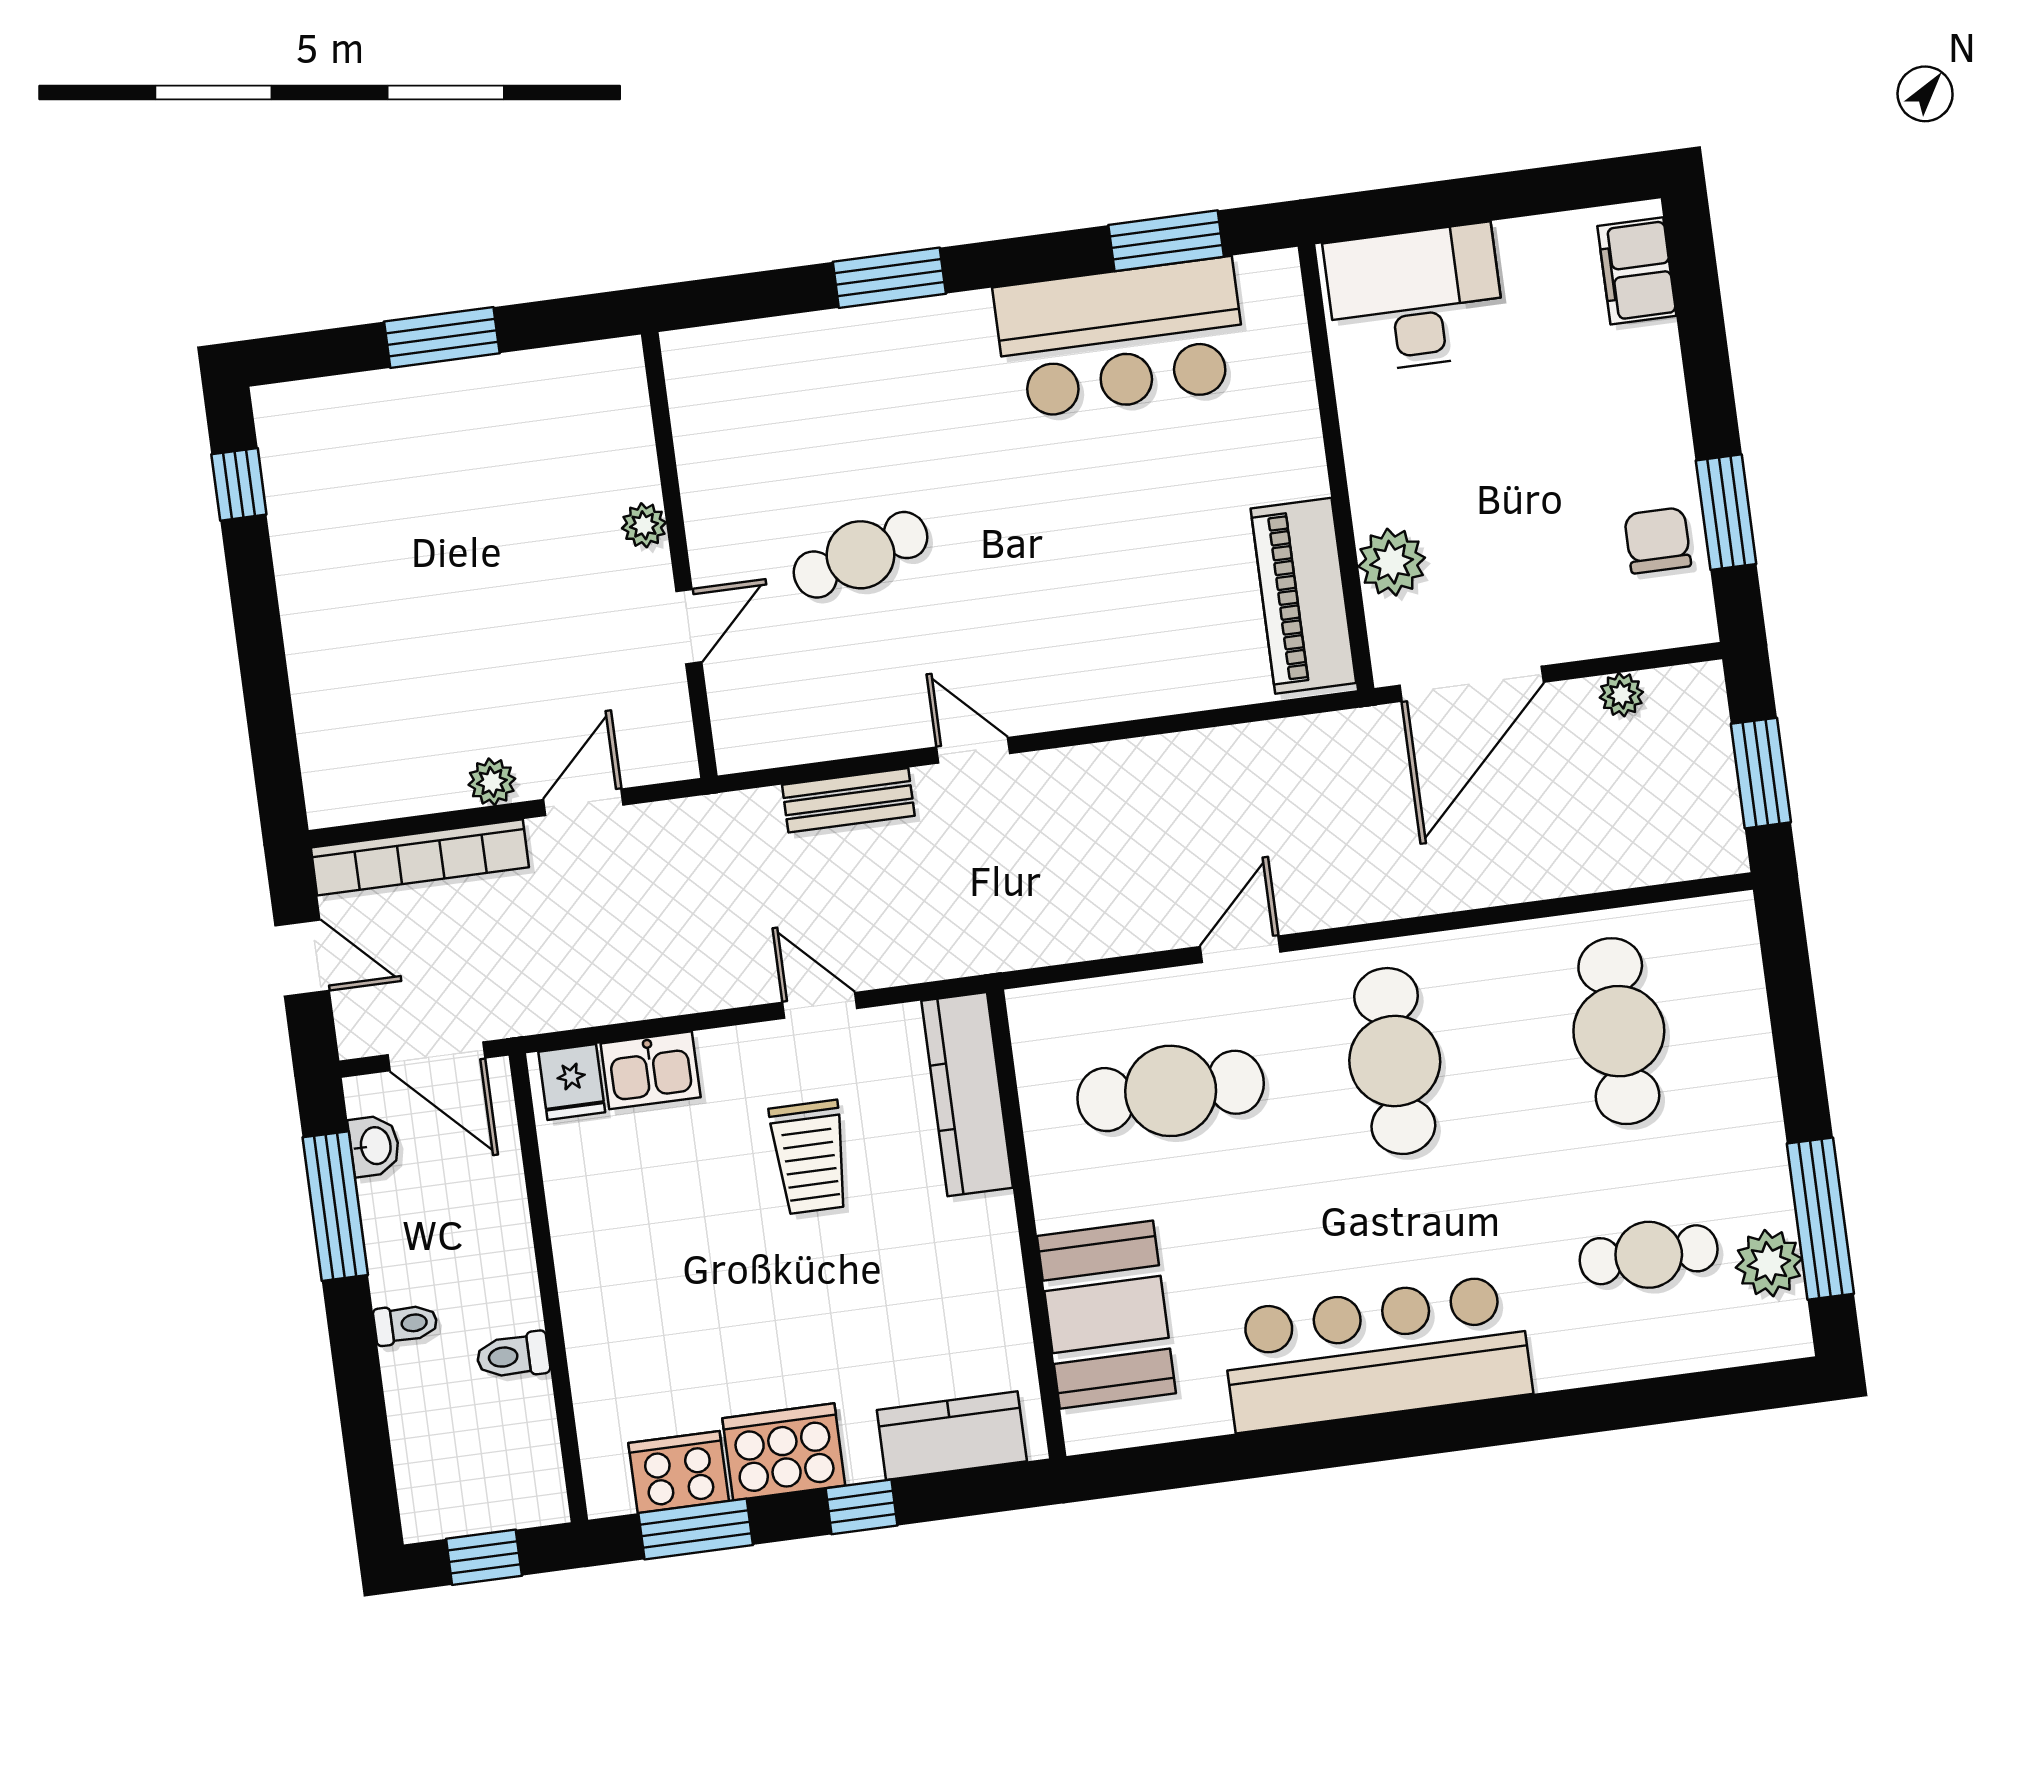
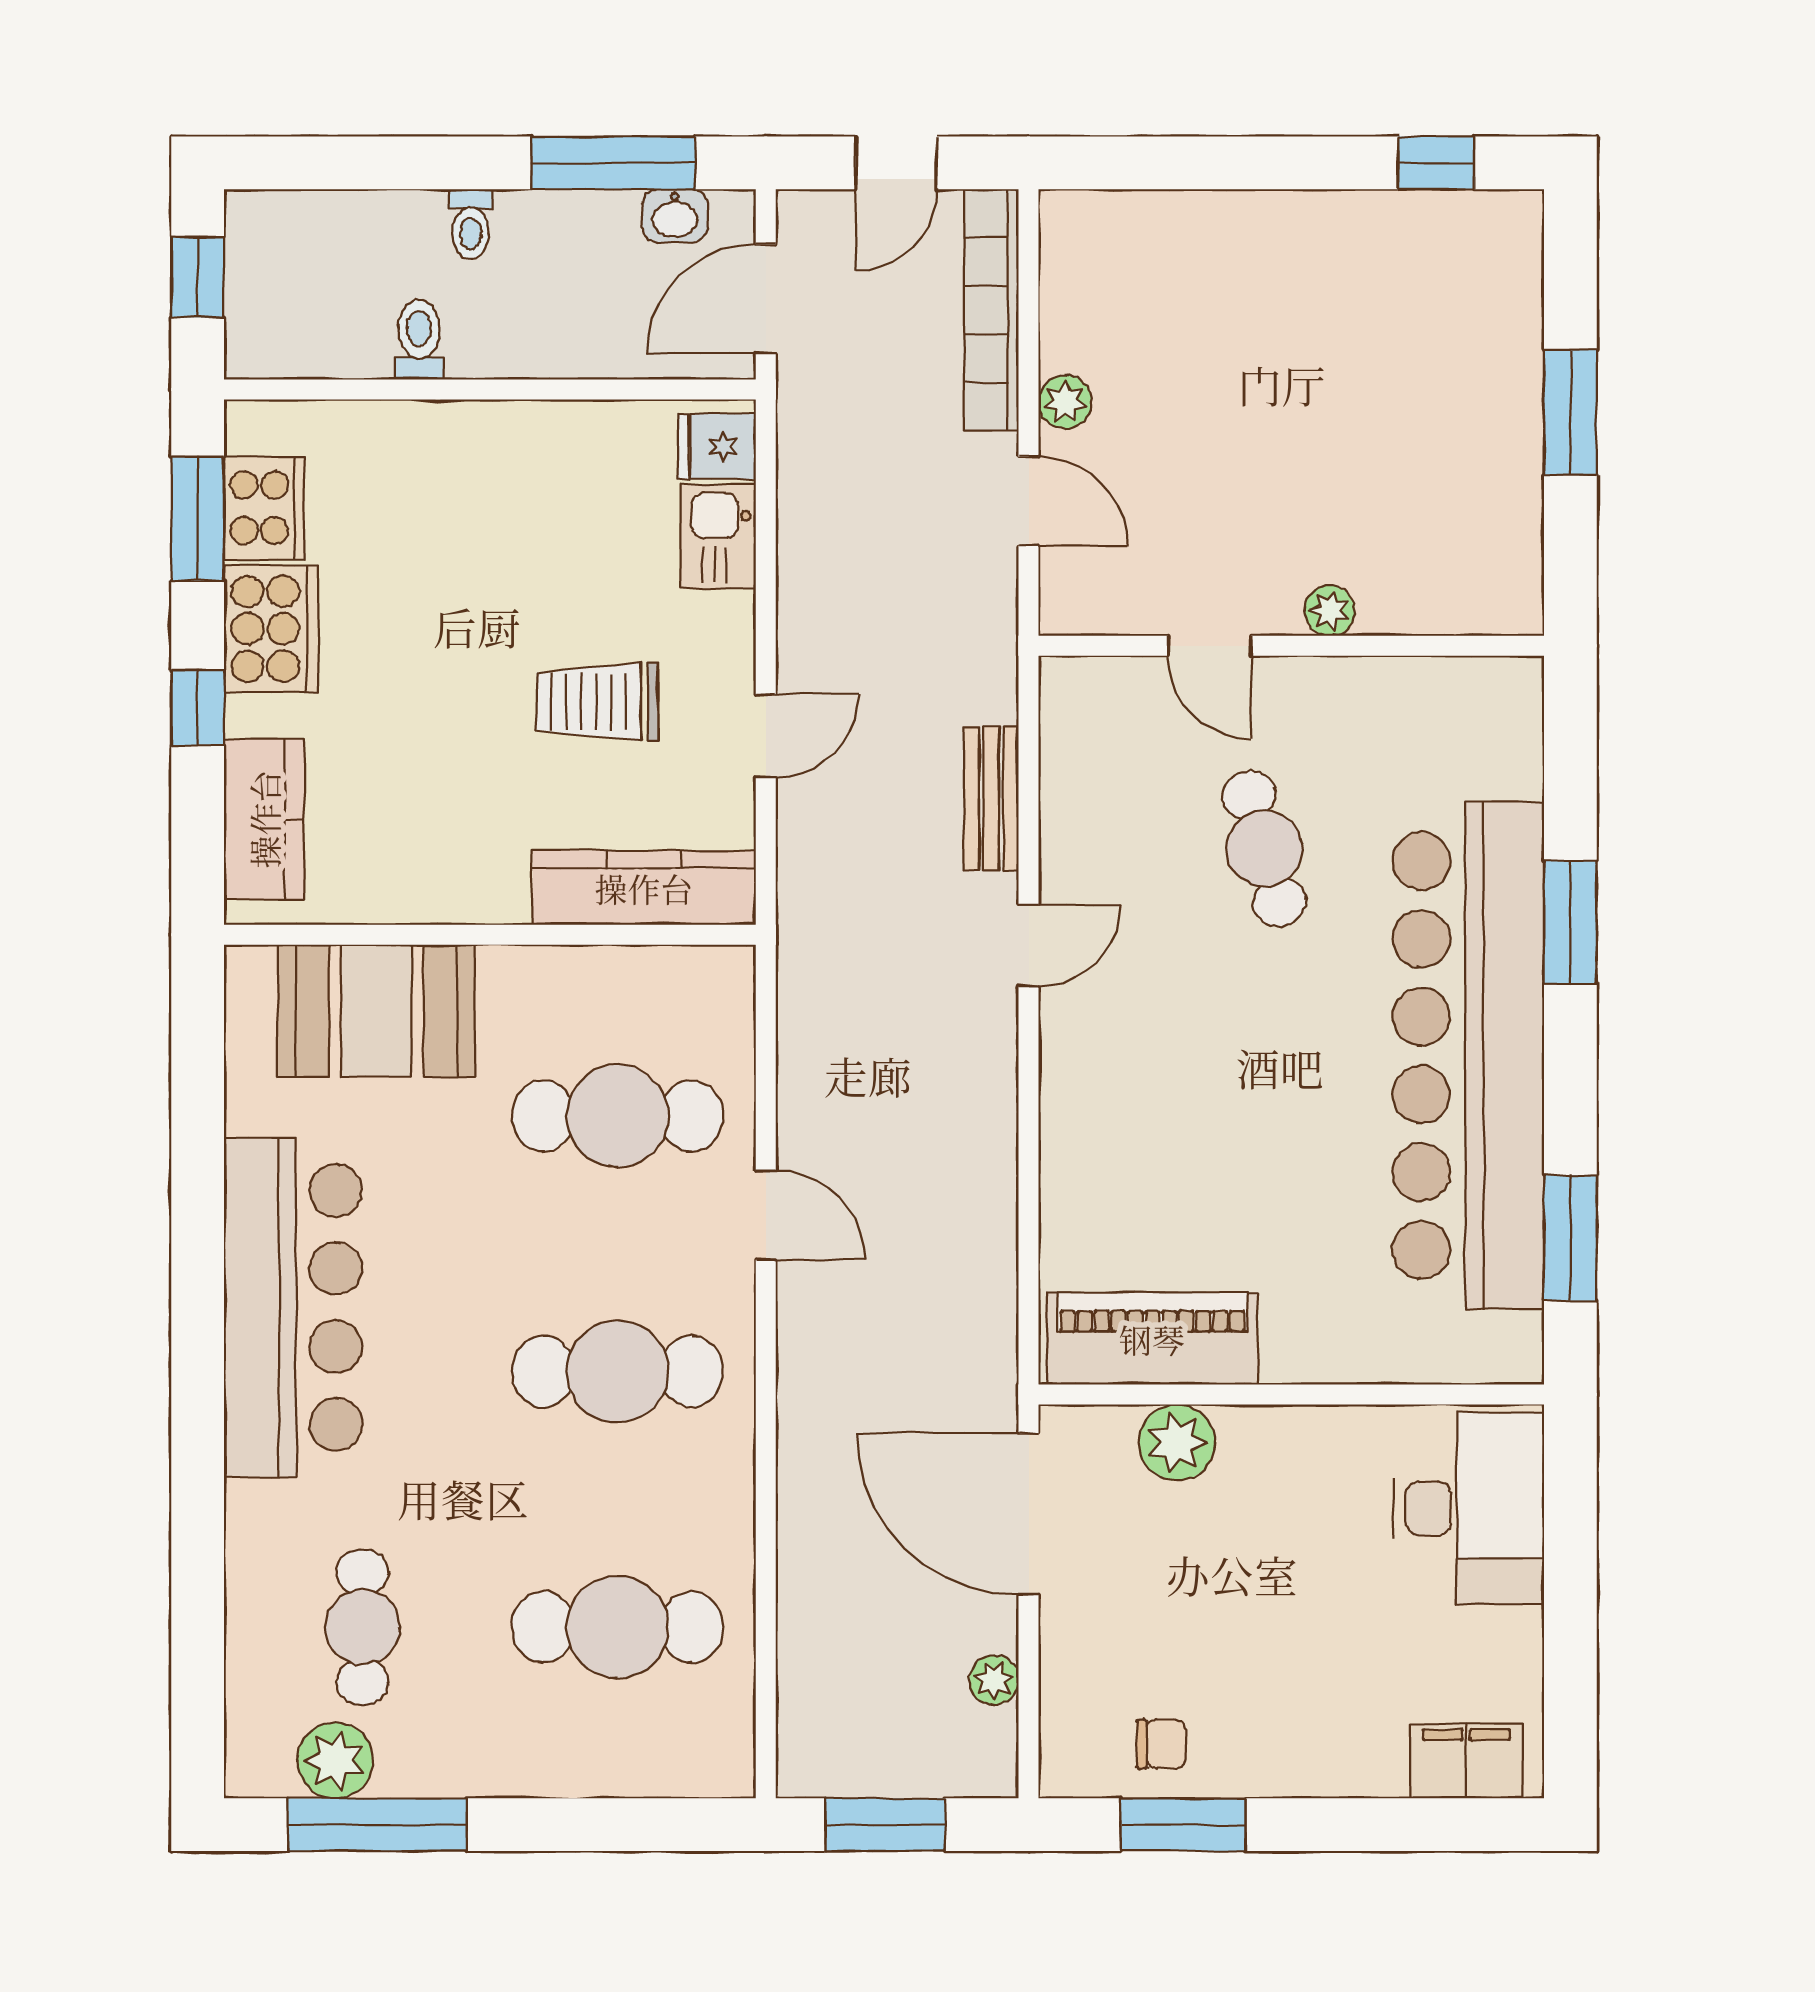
bar counter: (1121, 338) -> (1468, 1056), width x1.86
chair: (1658, 540) -> (1161, 1744), width x0.73, depth x0.73
cafe table: (1171, 1091) -> (617, 1116), turned 90

